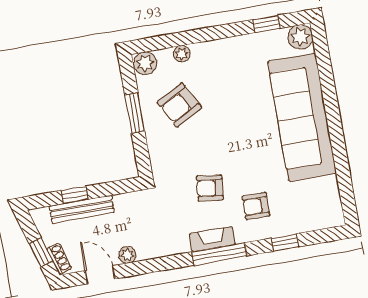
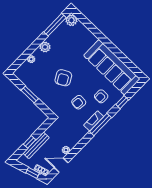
window: (266, 24) -> (55, 25), width x2.17
plant: (145, 63) -> (45, 47), moved
armchair: (179, 105) -> (63, 78), moved
sofa: (302, 117) -> (112, 67), moved

